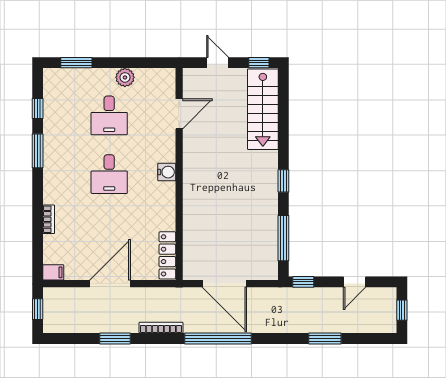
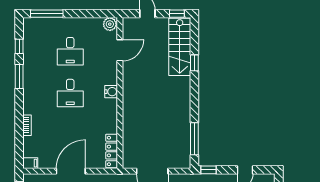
window: (76, 63) -> (47, 14), width x1.44
plant: (125, 77) -> (110, 24), moved
window: (283, 181) -> (194, 63), moved

